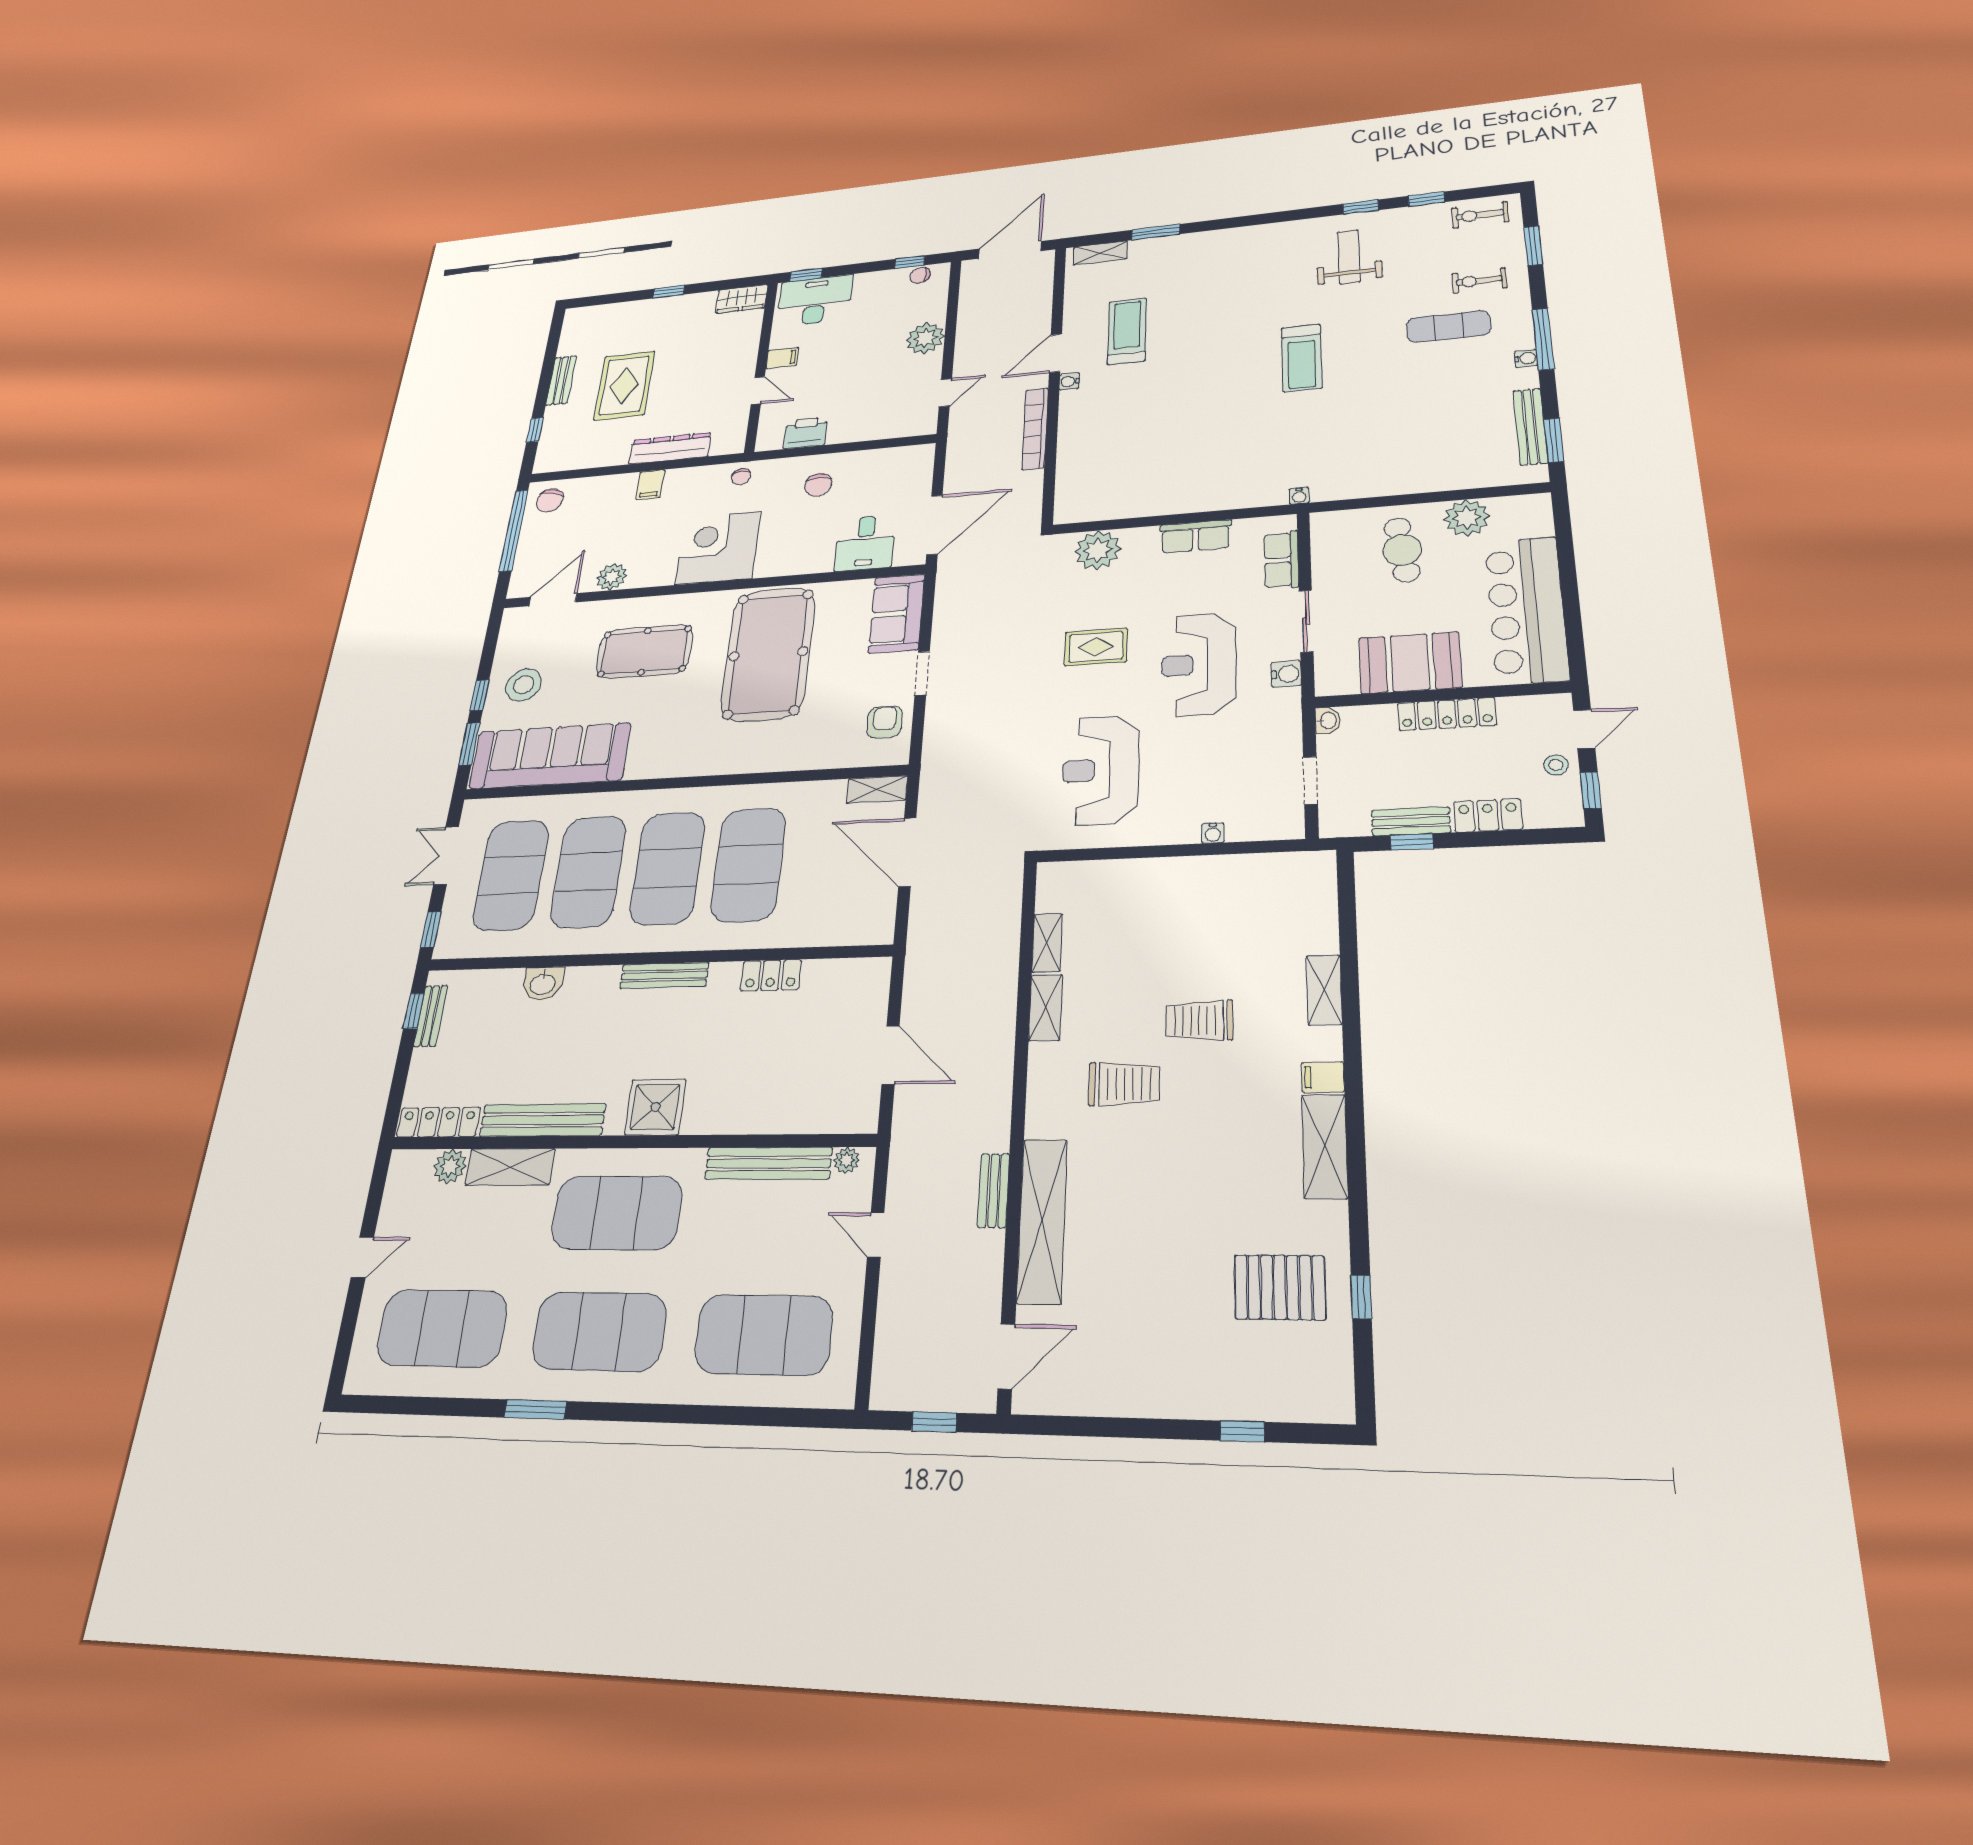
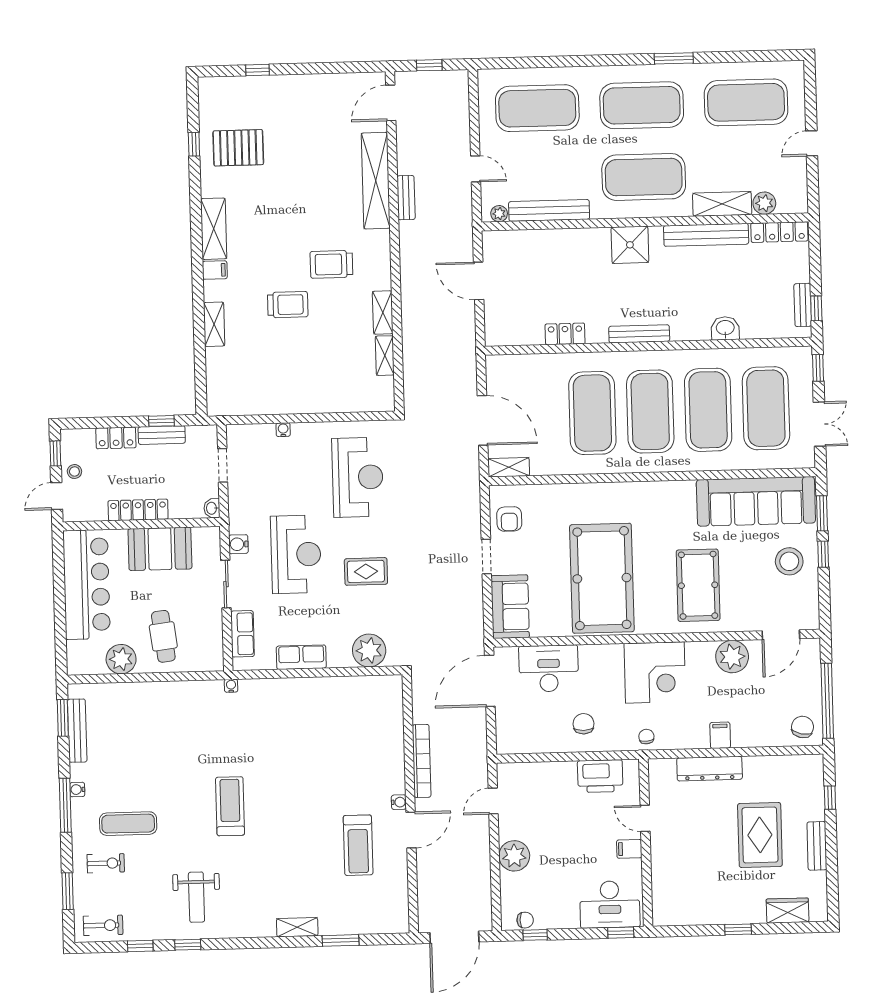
shelving: (1100, 253) -> (297, 927), moved
wardrobe: (742, 299) -> (788, 911), moved
printer: (805, 433) -> (600, 776), width x1.37, depth x1.19
desk: (865, 543) -> (549, 669), width x1.37
plant: (612, 577) -> (732, 657), width x1.36, depth x1.36
pool table: (644, 651) -> (698, 585), turned 90

